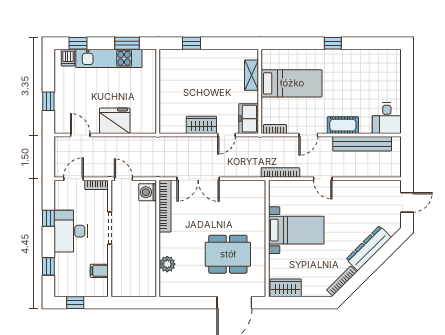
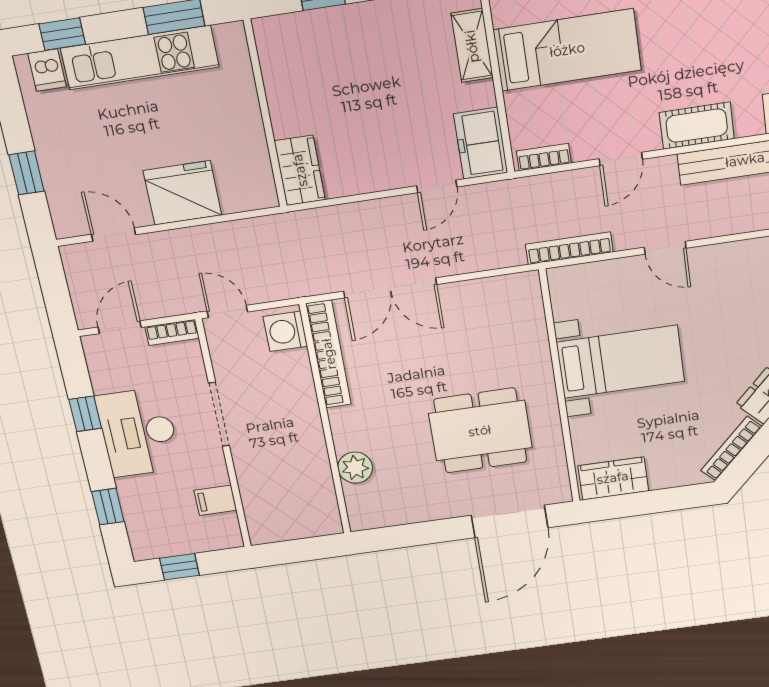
wardrobe: (201, 125) -> (300, 170), moved, turned 90

